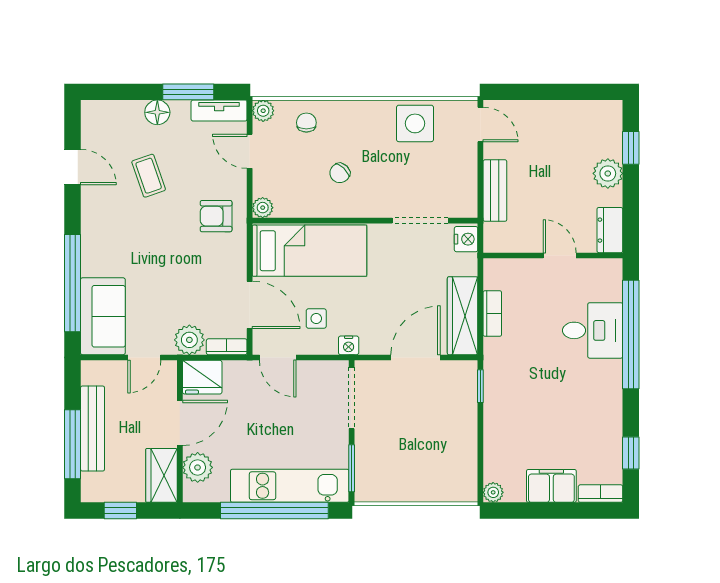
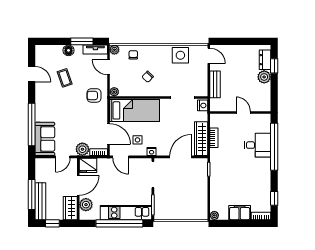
dresser: (610, 230) -> (265, 60), moved
bench: (92, 429) -> (40, 201), moved

